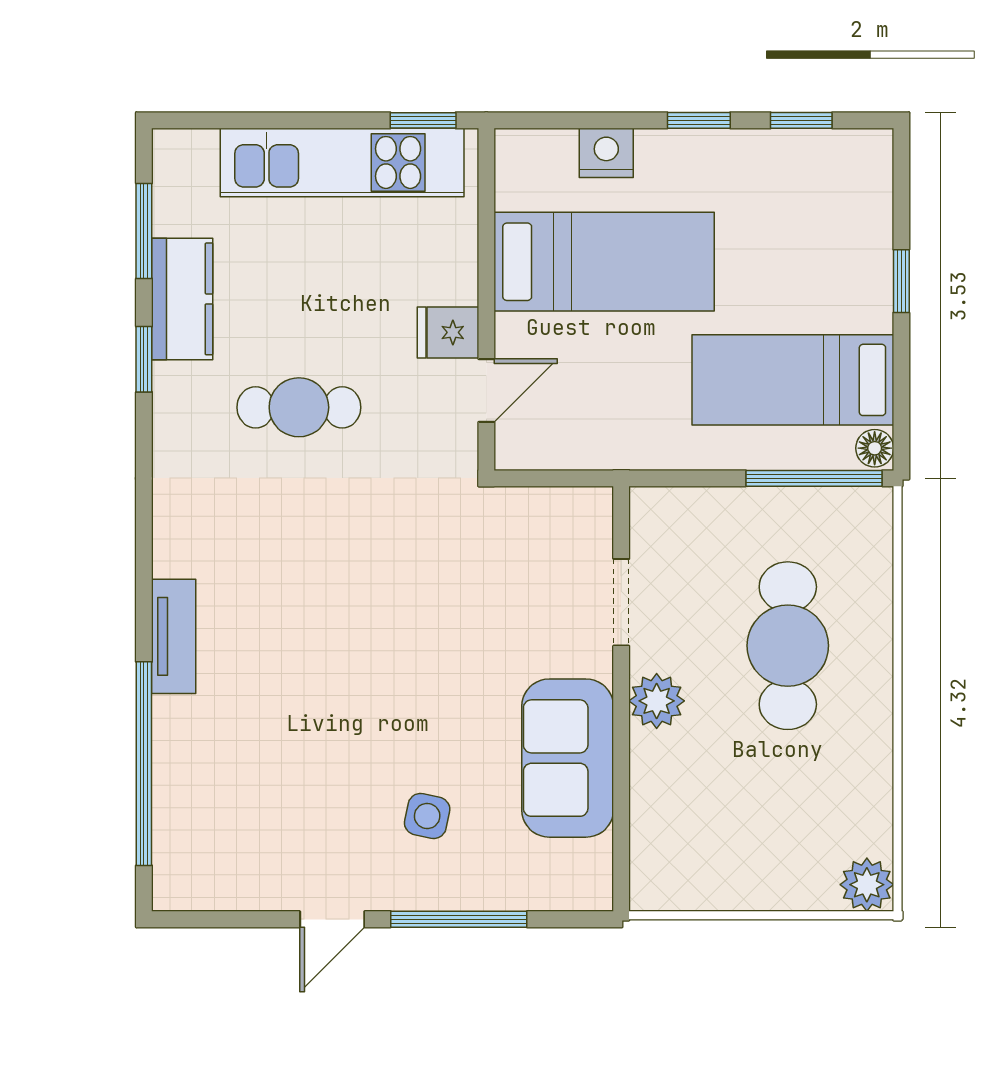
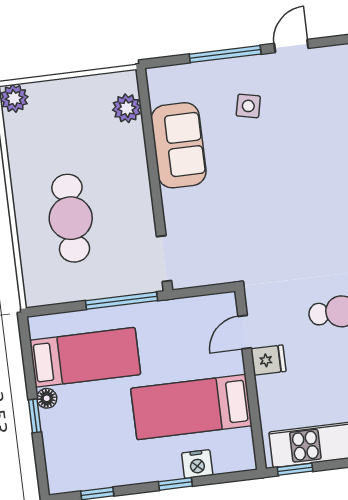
window: (699, 120) -> (175, 484), moved
floor lamp: (875, 448) -> (47, 398), moved
window: (814, 478) -> (122, 301), moved
doorway: (621, 602) -> (164, 259), moved
plant: (657, 701) -> (127, 108), moved

